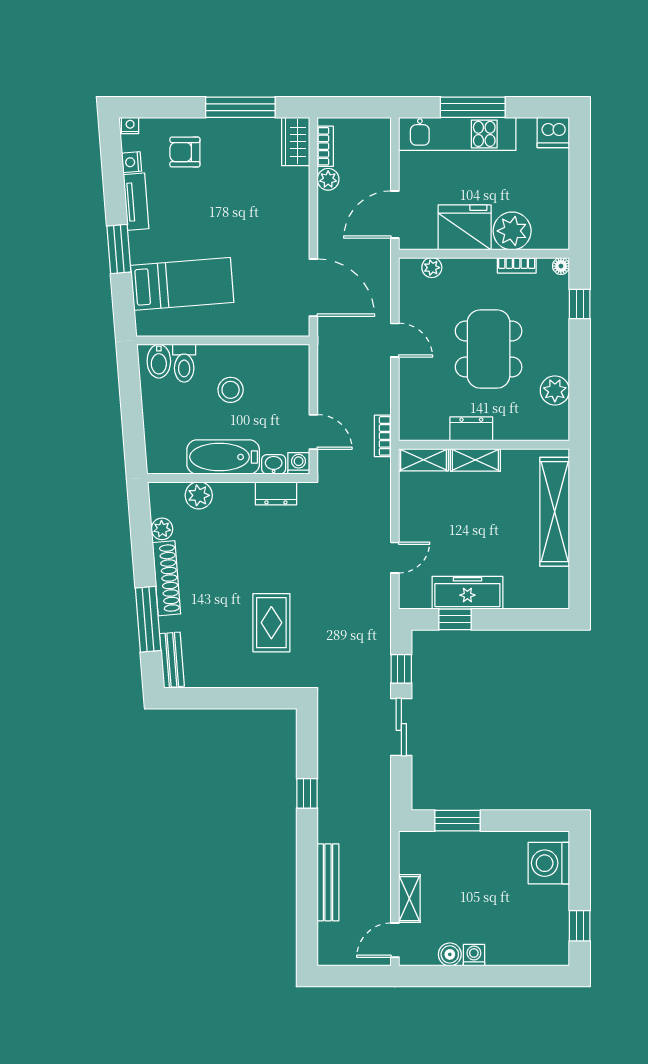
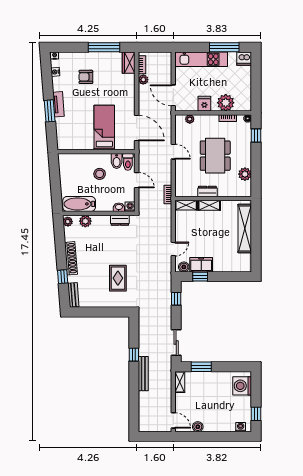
window: (473, 107) -> (224, 47), moved
armchair: (185, 152) -> (86, 77), moved
tv unit: (136, 202) -> (58, 104), moved
door: (395, 215) -> (173, 95), hinge flipped
fridge: (465, 227) -> (204, 104), width x0.53, depth x0.75
bed: (182, 284) -> (104, 128), moved, turned -85
bidet: (159, 361) -> (117, 161), moved
toilet: (184, 363) -> (128, 162), moved
door: (313, 432) -> (137, 180), moved
bathtub: (223, 457) -> (79, 204), moved
plant: (162, 529) -> (68, 222), moved
freezer: (467, 593) -> (201, 265), width x0.71
boiler: (419, 598) -> (184, 267), added
window: (148, 619) -> (63, 277), width x0.46
sliding door: (401, 727) -> (176, 343), moved
bench: (328, 882) -> (143, 374), moved
shelving: (409, 899) -> (180, 382), moved
door: (395, 940) -> (173, 420), swing flipped
washing machine: (474, 955) -> (241, 427), moved

